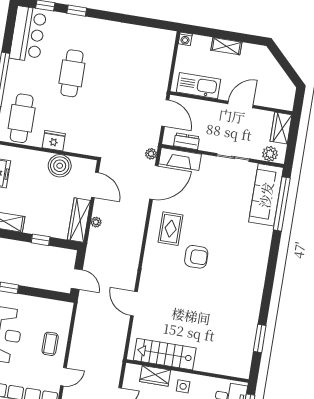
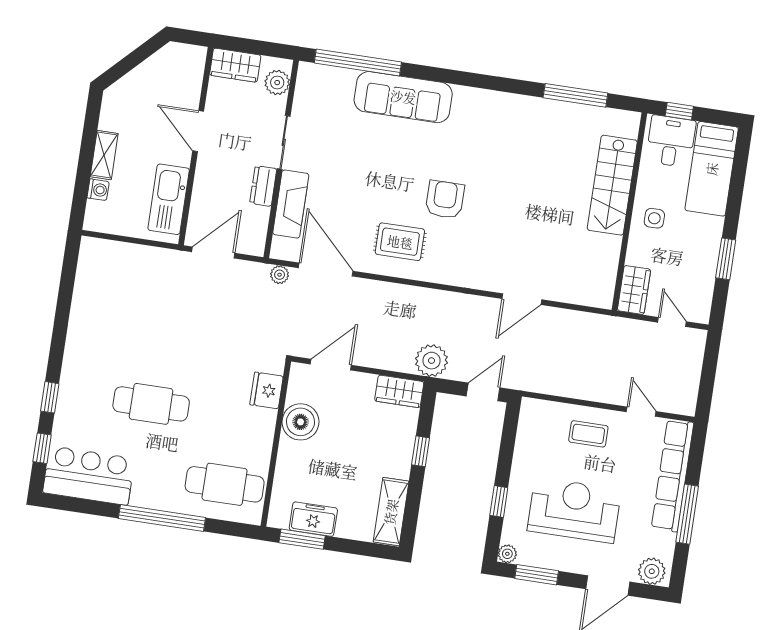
washing machine: (185, 39) -> (98, 190), moved
fridge: (54, 141) -> (267, 390), moved
dresser: (187, 141) -> (263, 186), moved
fireplace: (180, 159) -> (291, 204), moved
sofa: (266, 195) -> (403, 97), moved
wardrobe: (79, 220) -> (399, 391), width x0.67
plant: (96, 222) -> (431, 361), moved, width x1.87, depth x1.87
window: (260, 338) -> (575, 95), width x1.44
stairs: (165, 354) -> (612, 185), moved
wardrobe: (155, 376) -> (634, 290), moved

